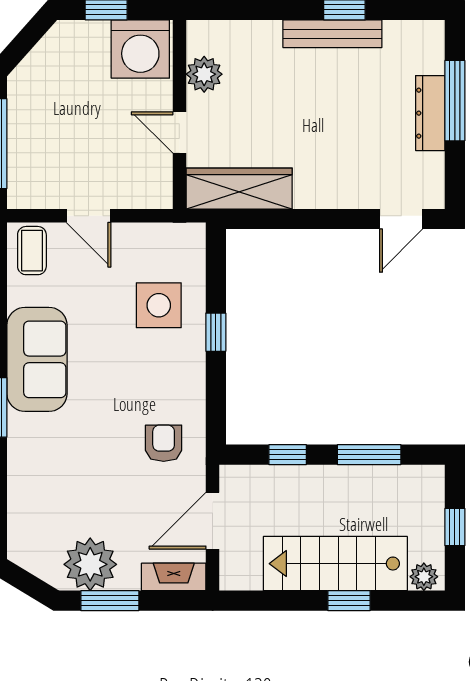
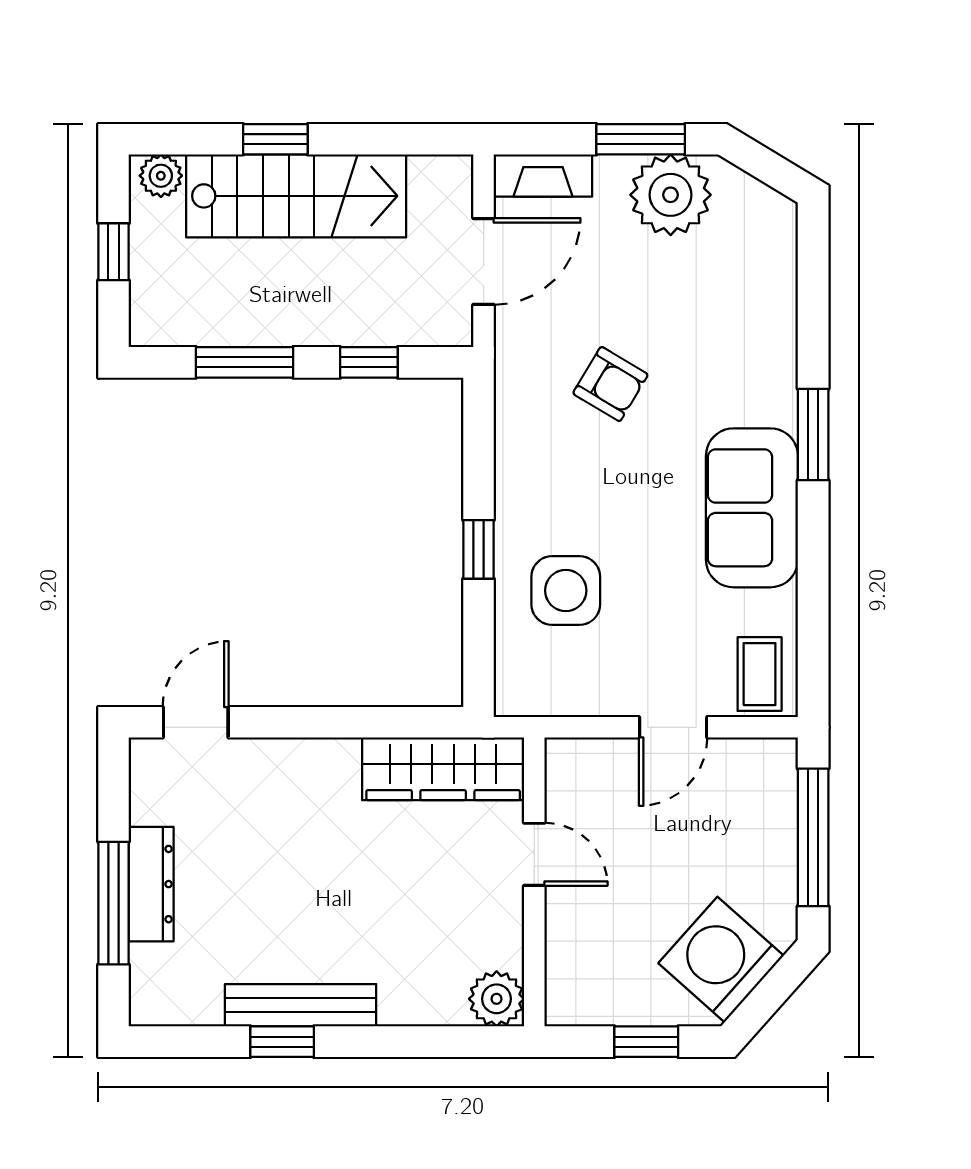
washing machine: (140, 49) -> (721, 959), moved, turned -48
plant: (204, 74) -> (497, 999), moved
door: (89, 216) -> (673, 727), swing flipped
armchair: (164, 443) -> (610, 384), moved, turned -59

